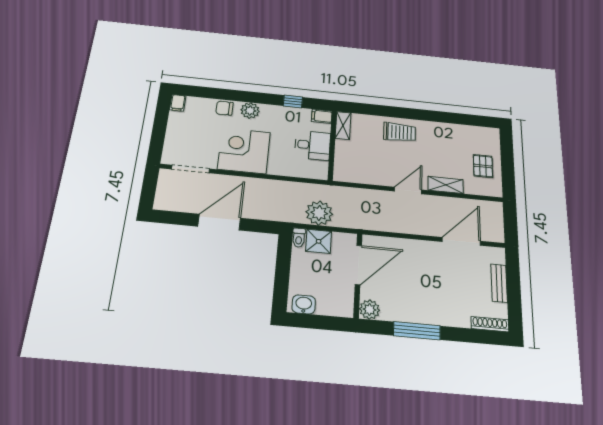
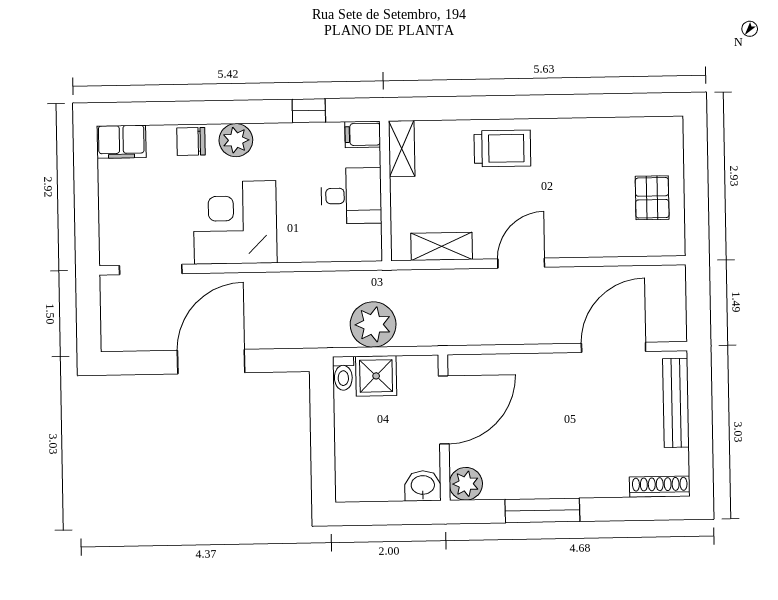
filing cabinet: (178, 103) -> (121, 142), width x2.00
shelving: (446, 185) -> (442, 246), moved
bench: (499, 283) -> (676, 403), width x1.36
washbasin: (304, 304) -> (423, 486), moved

